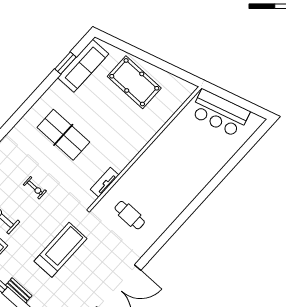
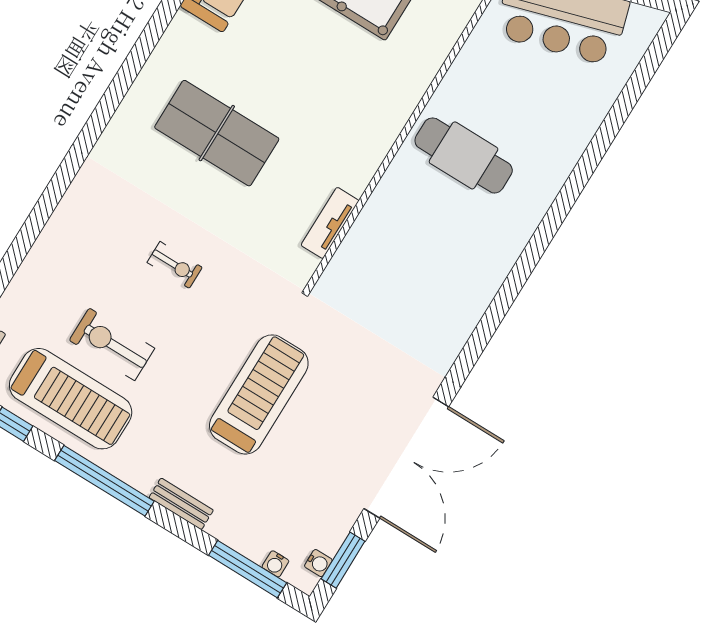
cafe table: (130, 215) -> (464, 155), moved, width x1.37, depth x1.35

